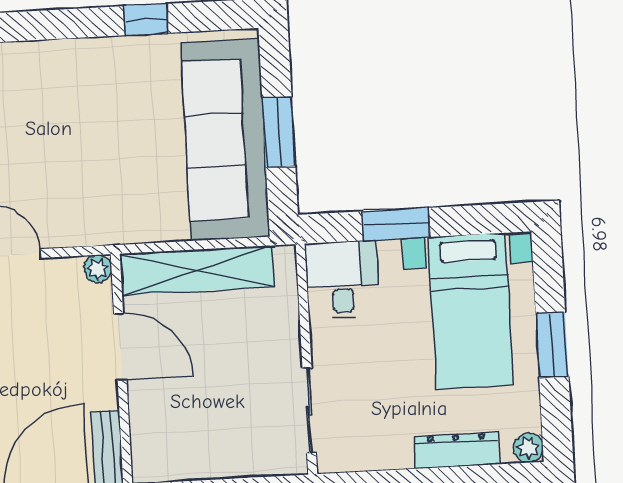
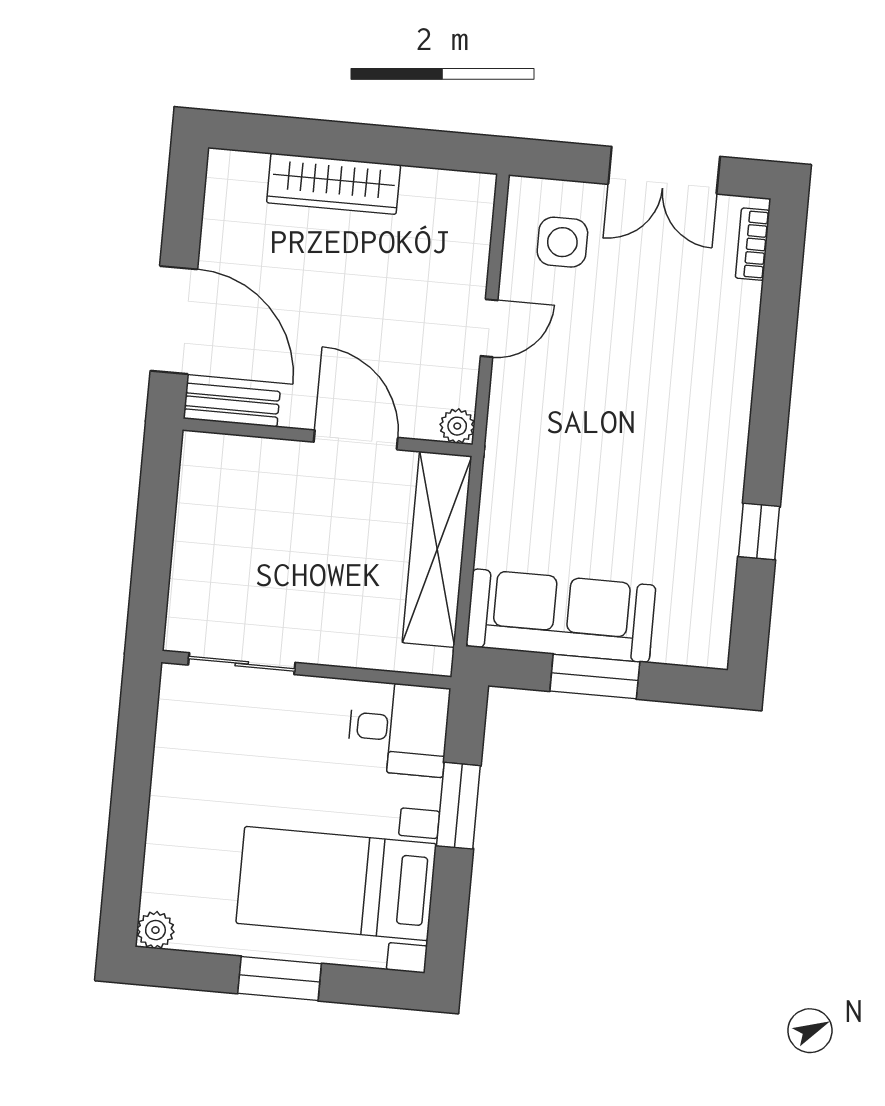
sofa: (225, 140) -> (561, 616), width x0.74, depth x0.79
door: (120, 347) -> (356, 440), swing flipped
dresser: (457, 450) -> (166, 840), removed

